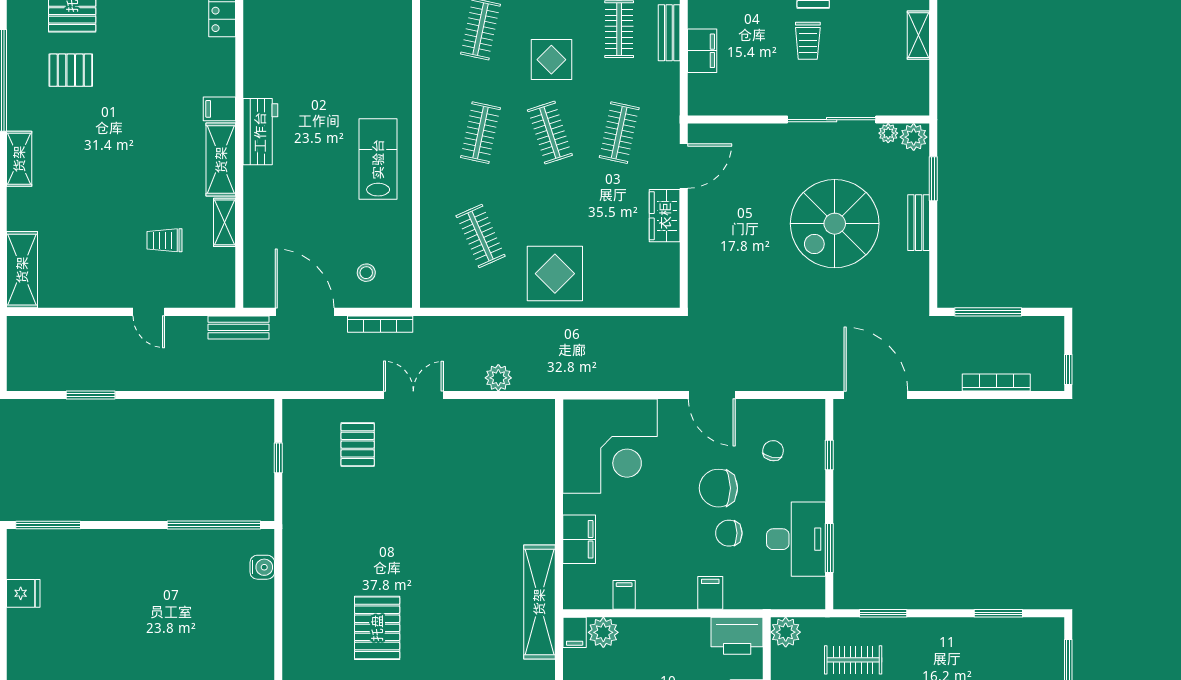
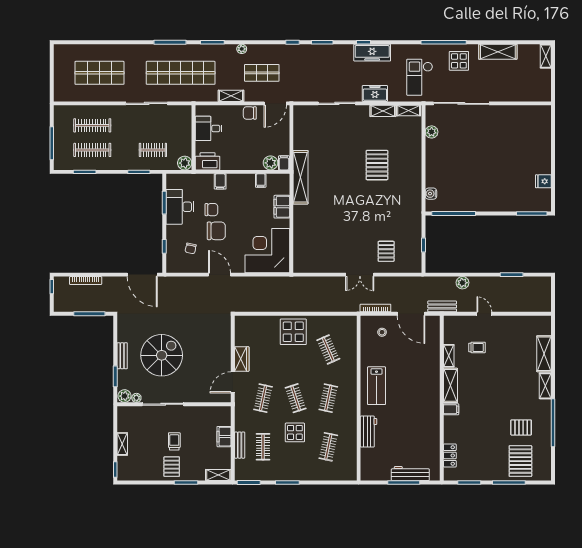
workbench: (260, 132) -> (369, 432), moved, turned 180
shelving: (22, 270) -> (544, 354), moved
plant: (498, 378) -> (462, 283), moved
clothes rail: (982, 660) -> (92, 150), added

